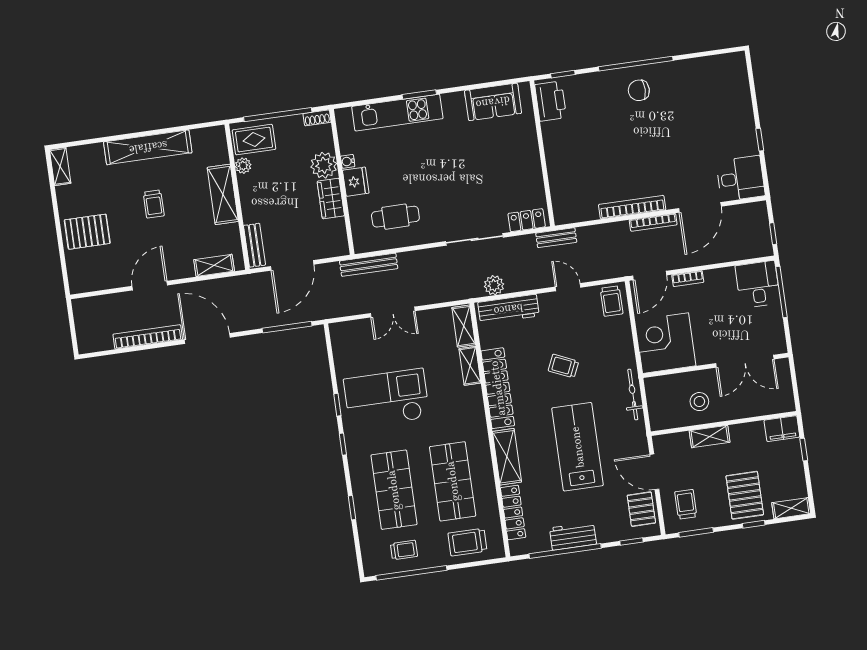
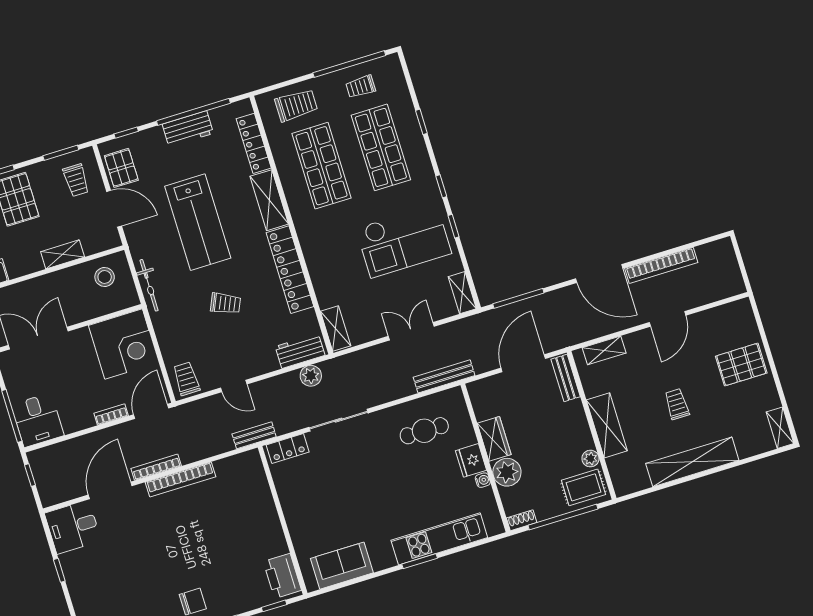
workbench: (508, 309) -> (300, 351), width x0.73
shelving: (470, 366) -> (462, 293), moved
stool: (699, 402) -> (105, 277), moved

